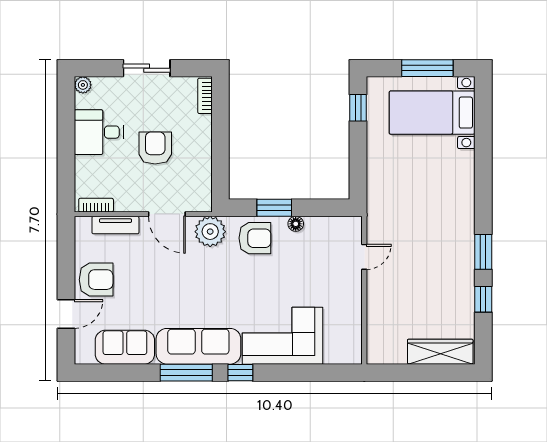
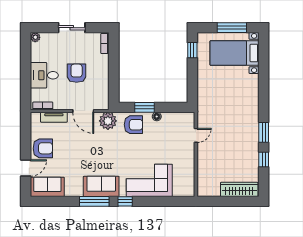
desk: (99, 132) -> (44, 75), moved
sofa: (198, 346) -> (101, 186), width x0.73
sofa: (125, 347) -> (47, 187), moved

